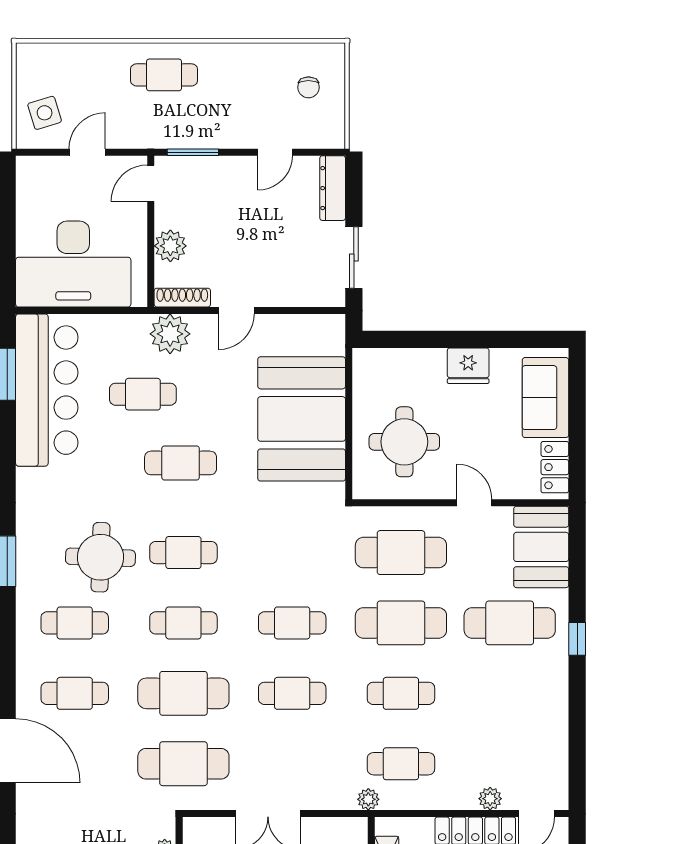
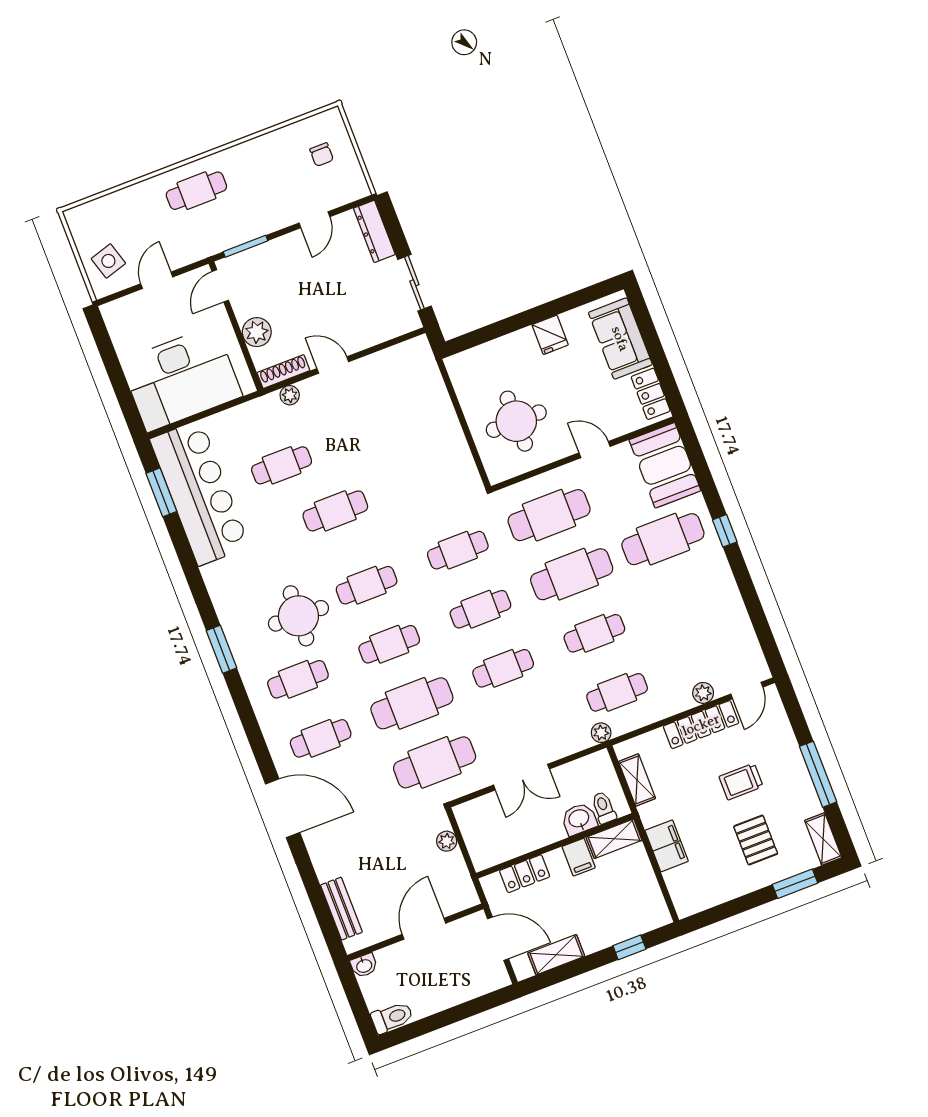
door: (236, 310) -> (333, 365), swing flipped
plant: (170, 334) -> (290, 395), width x0.53, depth x0.53
fridge: (468, 366) -> (550, 335), width x0.72
booth: (302, 419) -> (423, 435), removed
cafe table: (292, 553) -> (458, 550), added

